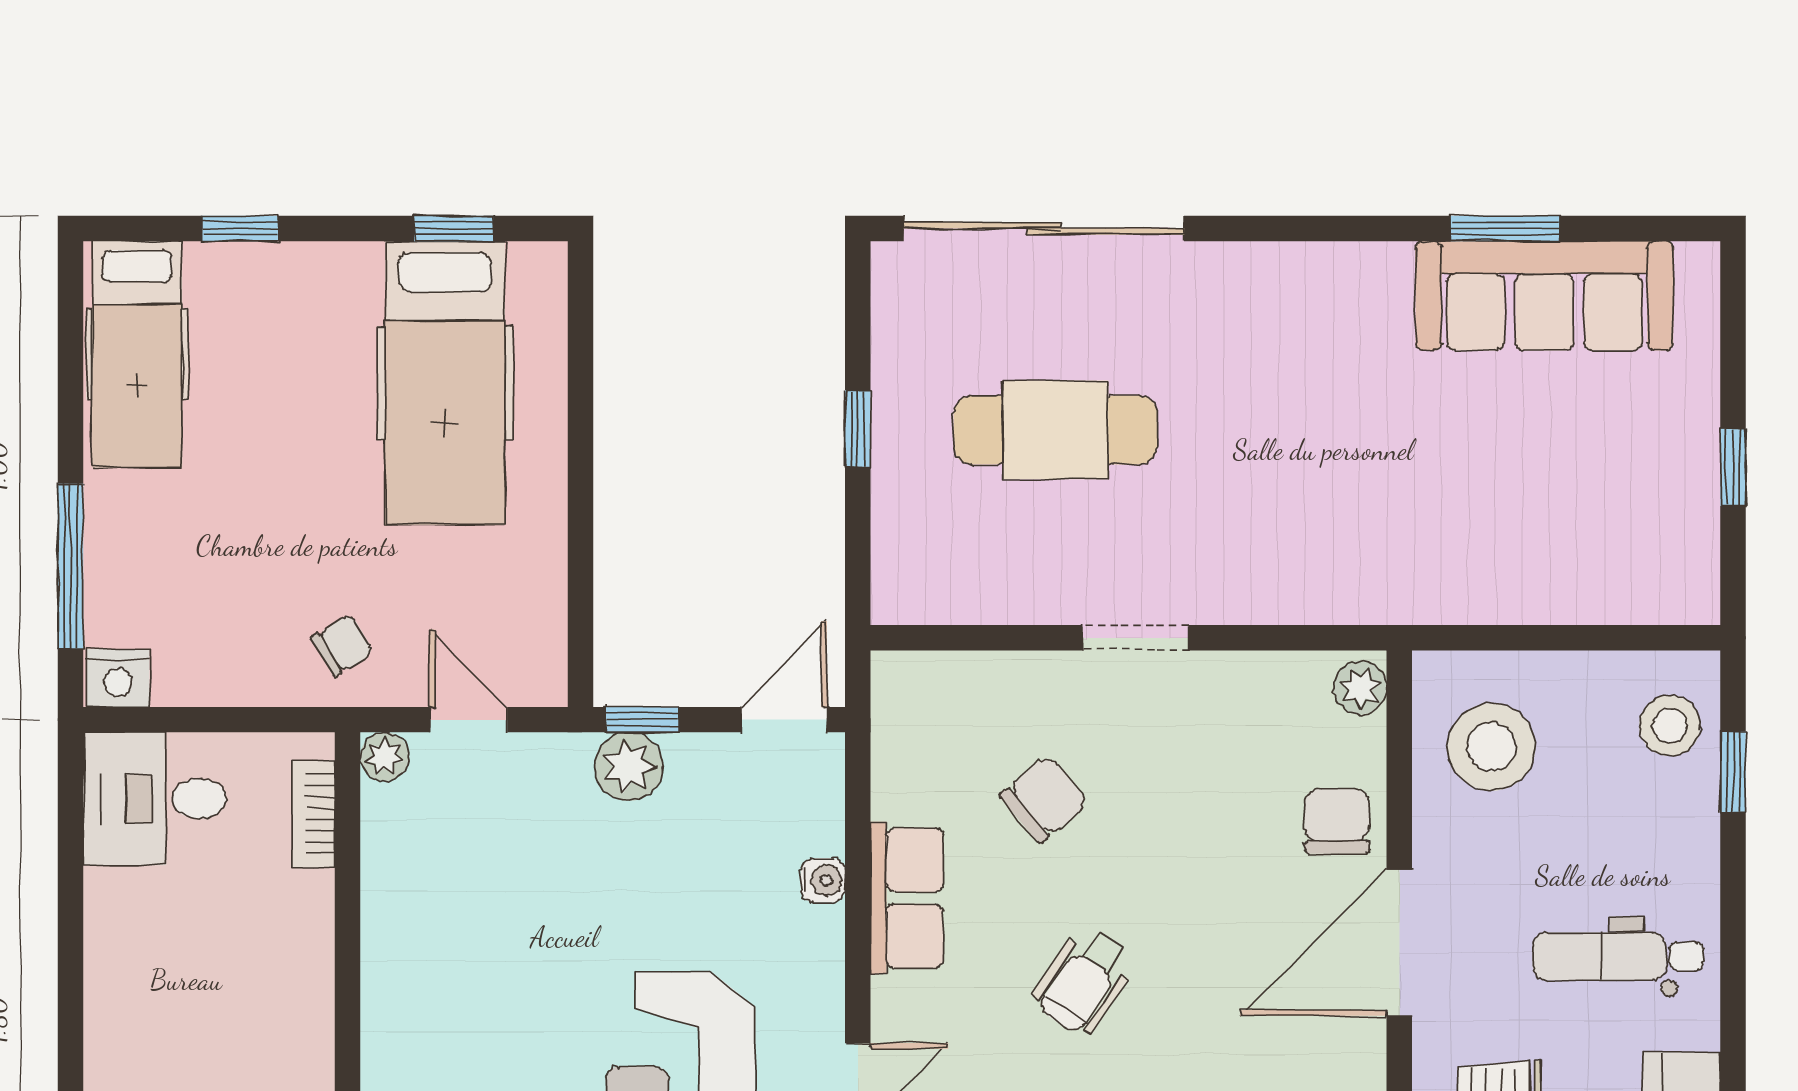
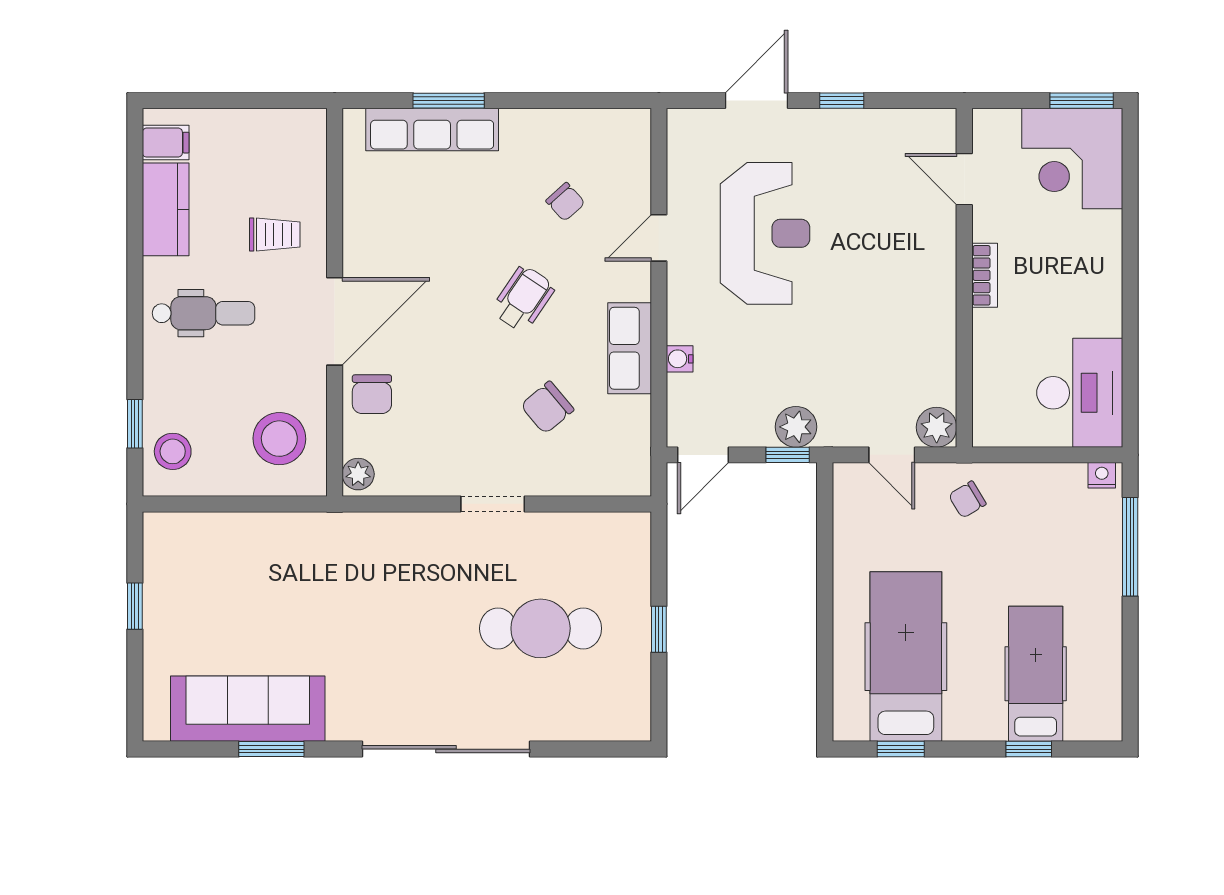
sliding door: (1044, 228) -> (446, 749), moved
hospital bed: (137, 354) -> (1036, 674), moved
nightstand: (118, 678) -> (1102, 475), width x0.72, depth x0.74
plant: (385, 757) -> (937, 427), width x1.38, depth x1.38
desk: (155, 799) -> (1080, 393), width x1.37
bookcase: (314, 814) -> (985, 275), moved

